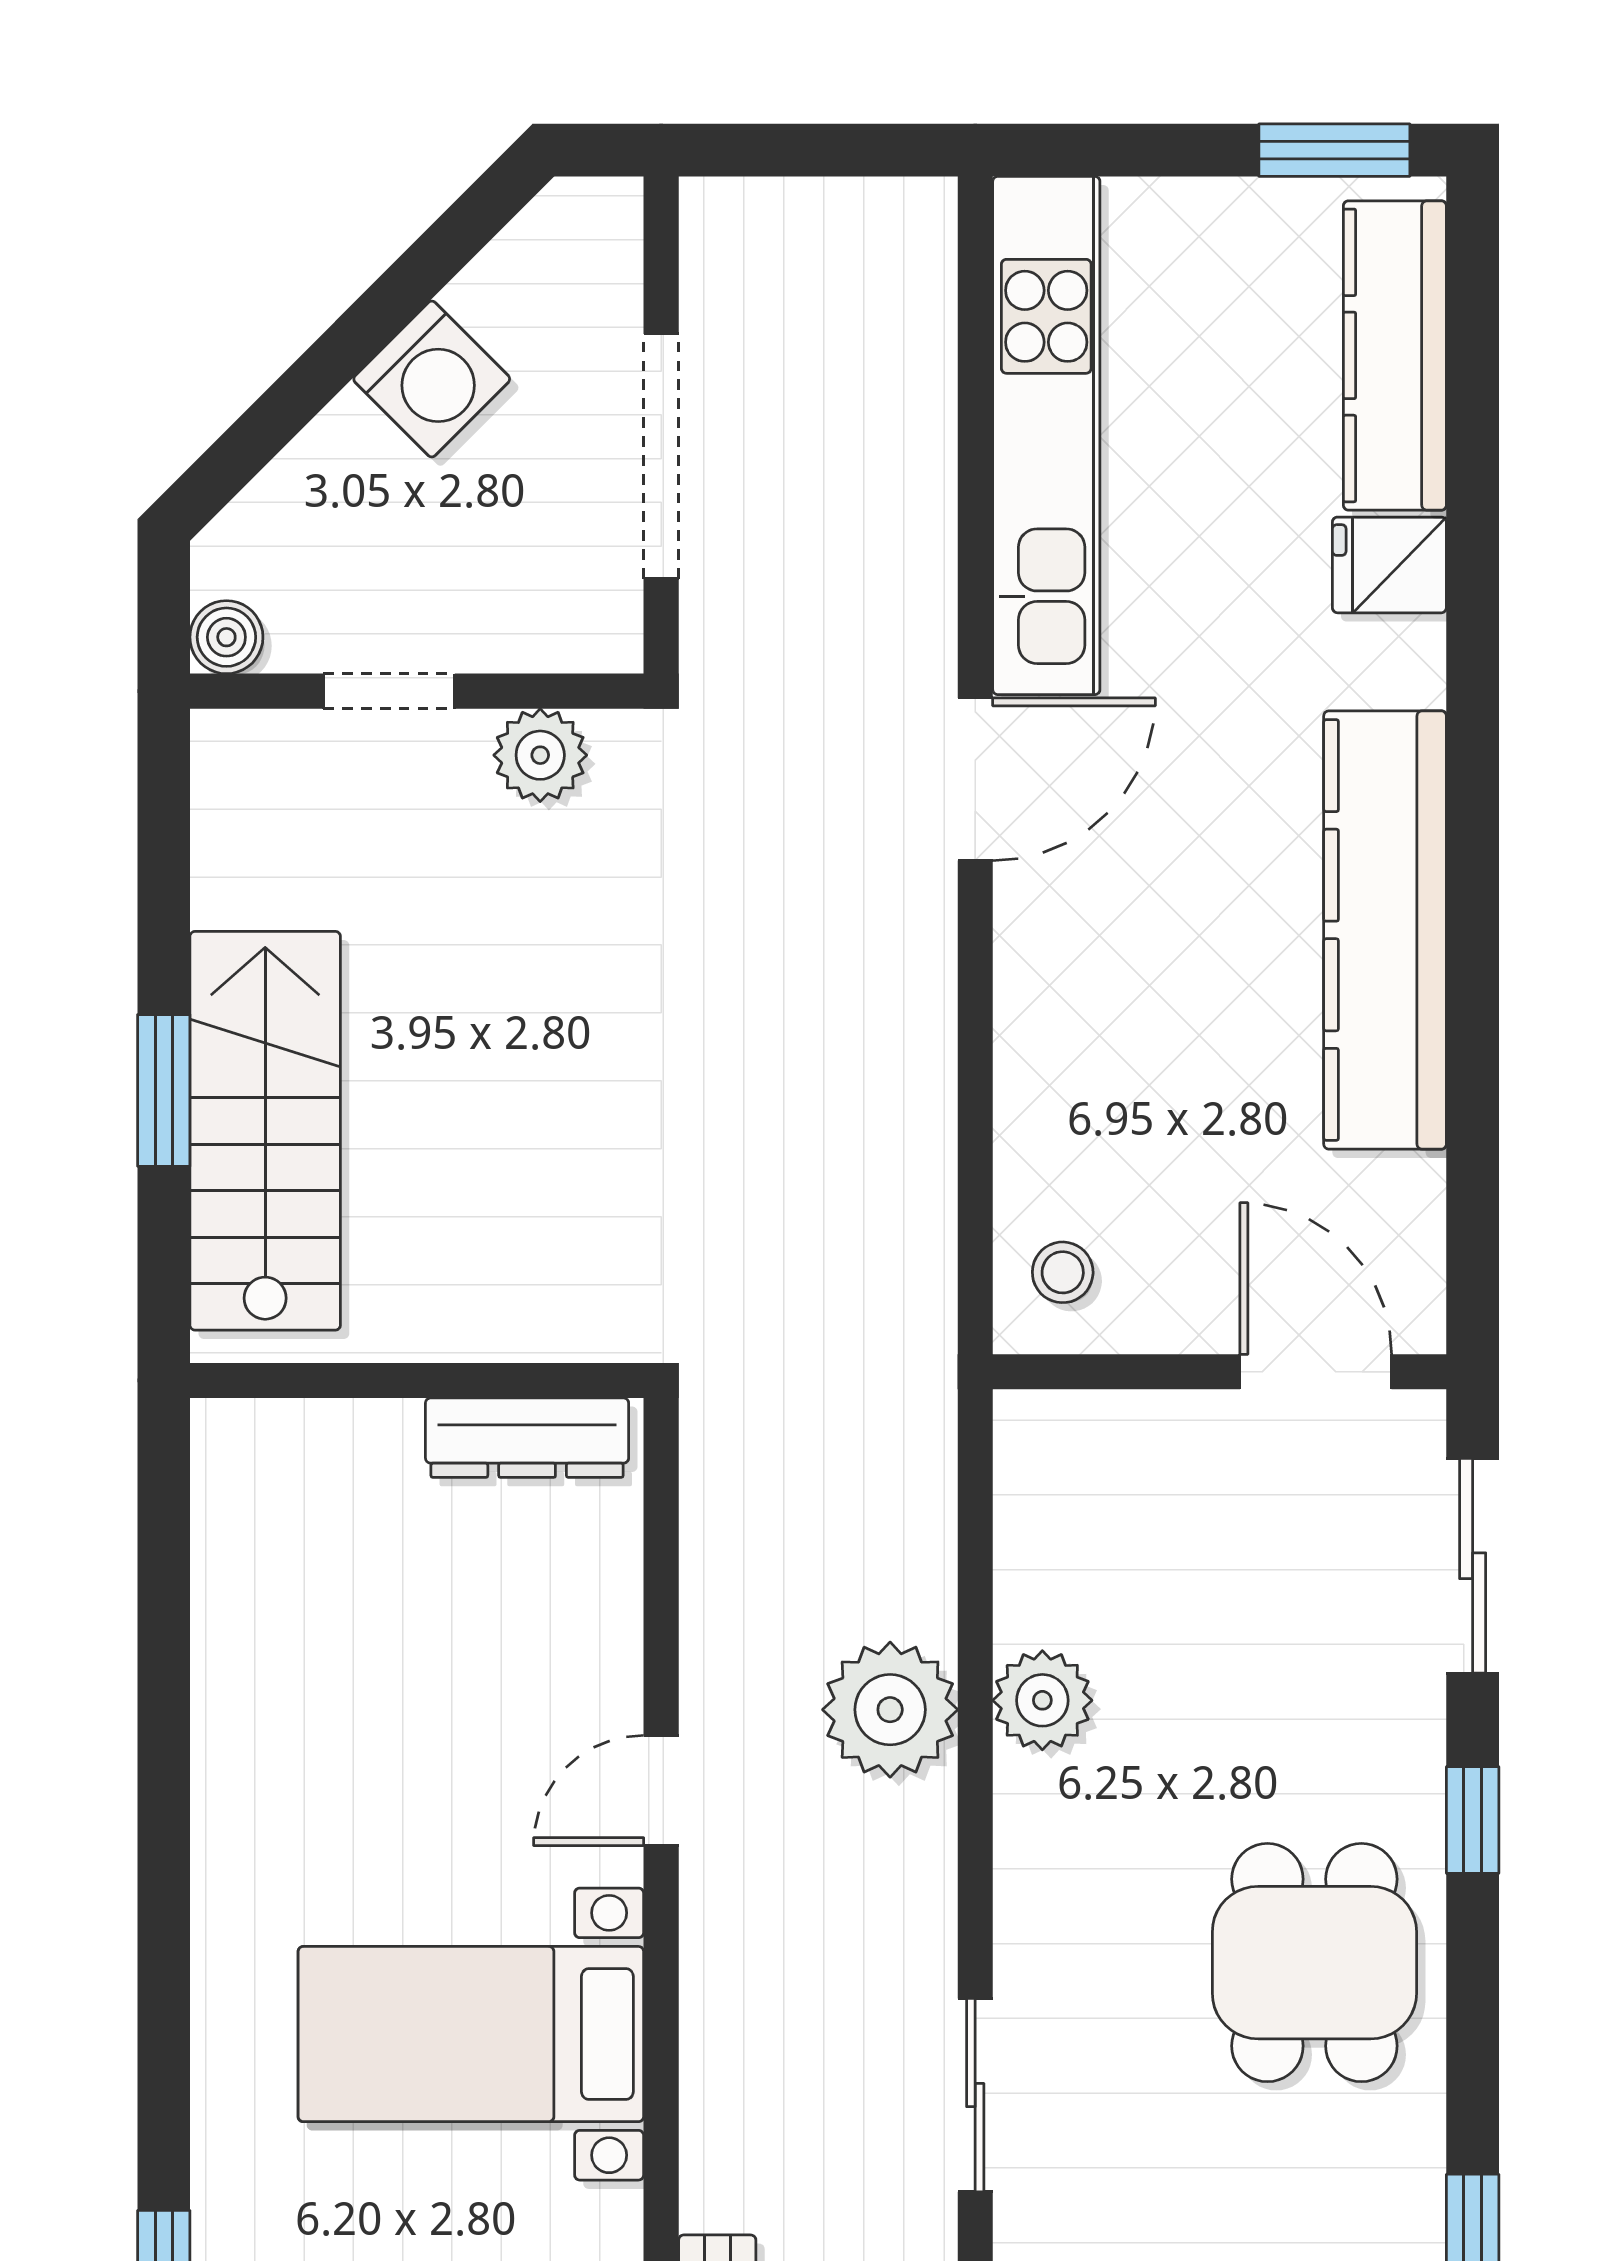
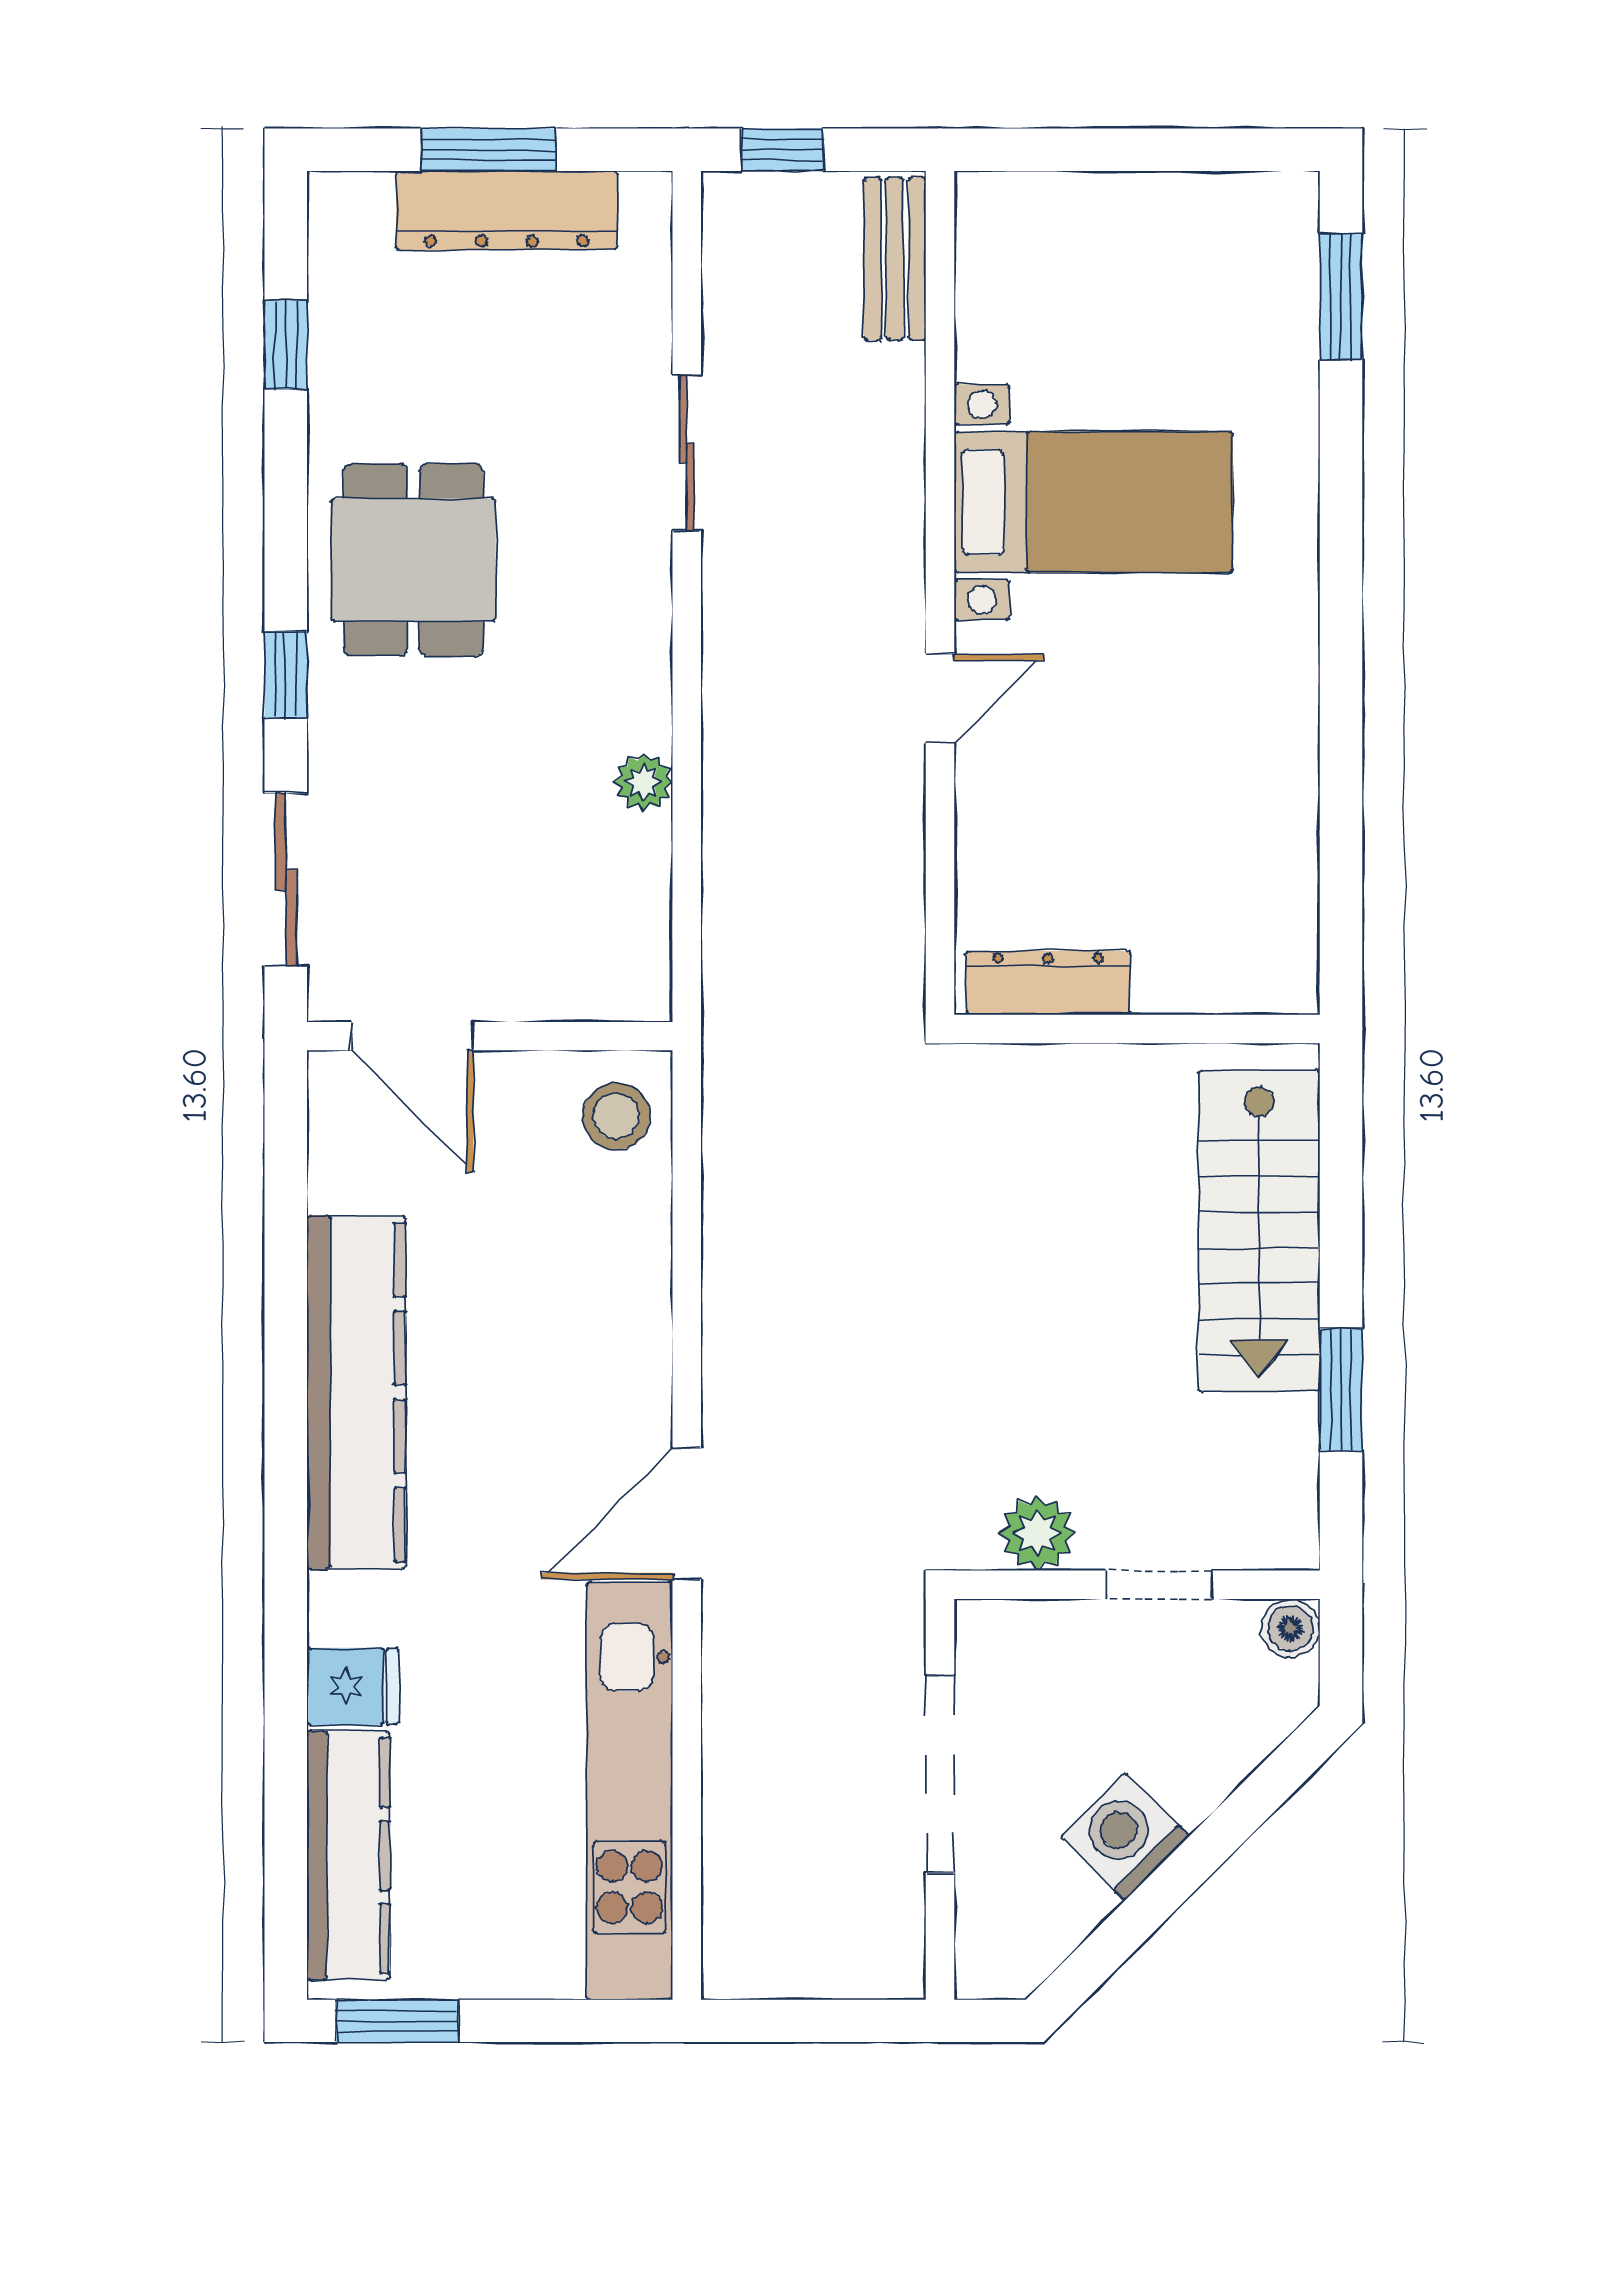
window: (164, 1090) -> (1341, 1390), moved
stool: (1063, 1272) -> (616, 1116), width x1.37, depth x1.37
plant: (1042, 1700) -> (644, 782), width x0.73, depth x0.73
plant: (890, 1710) -> (755, 764), removed

